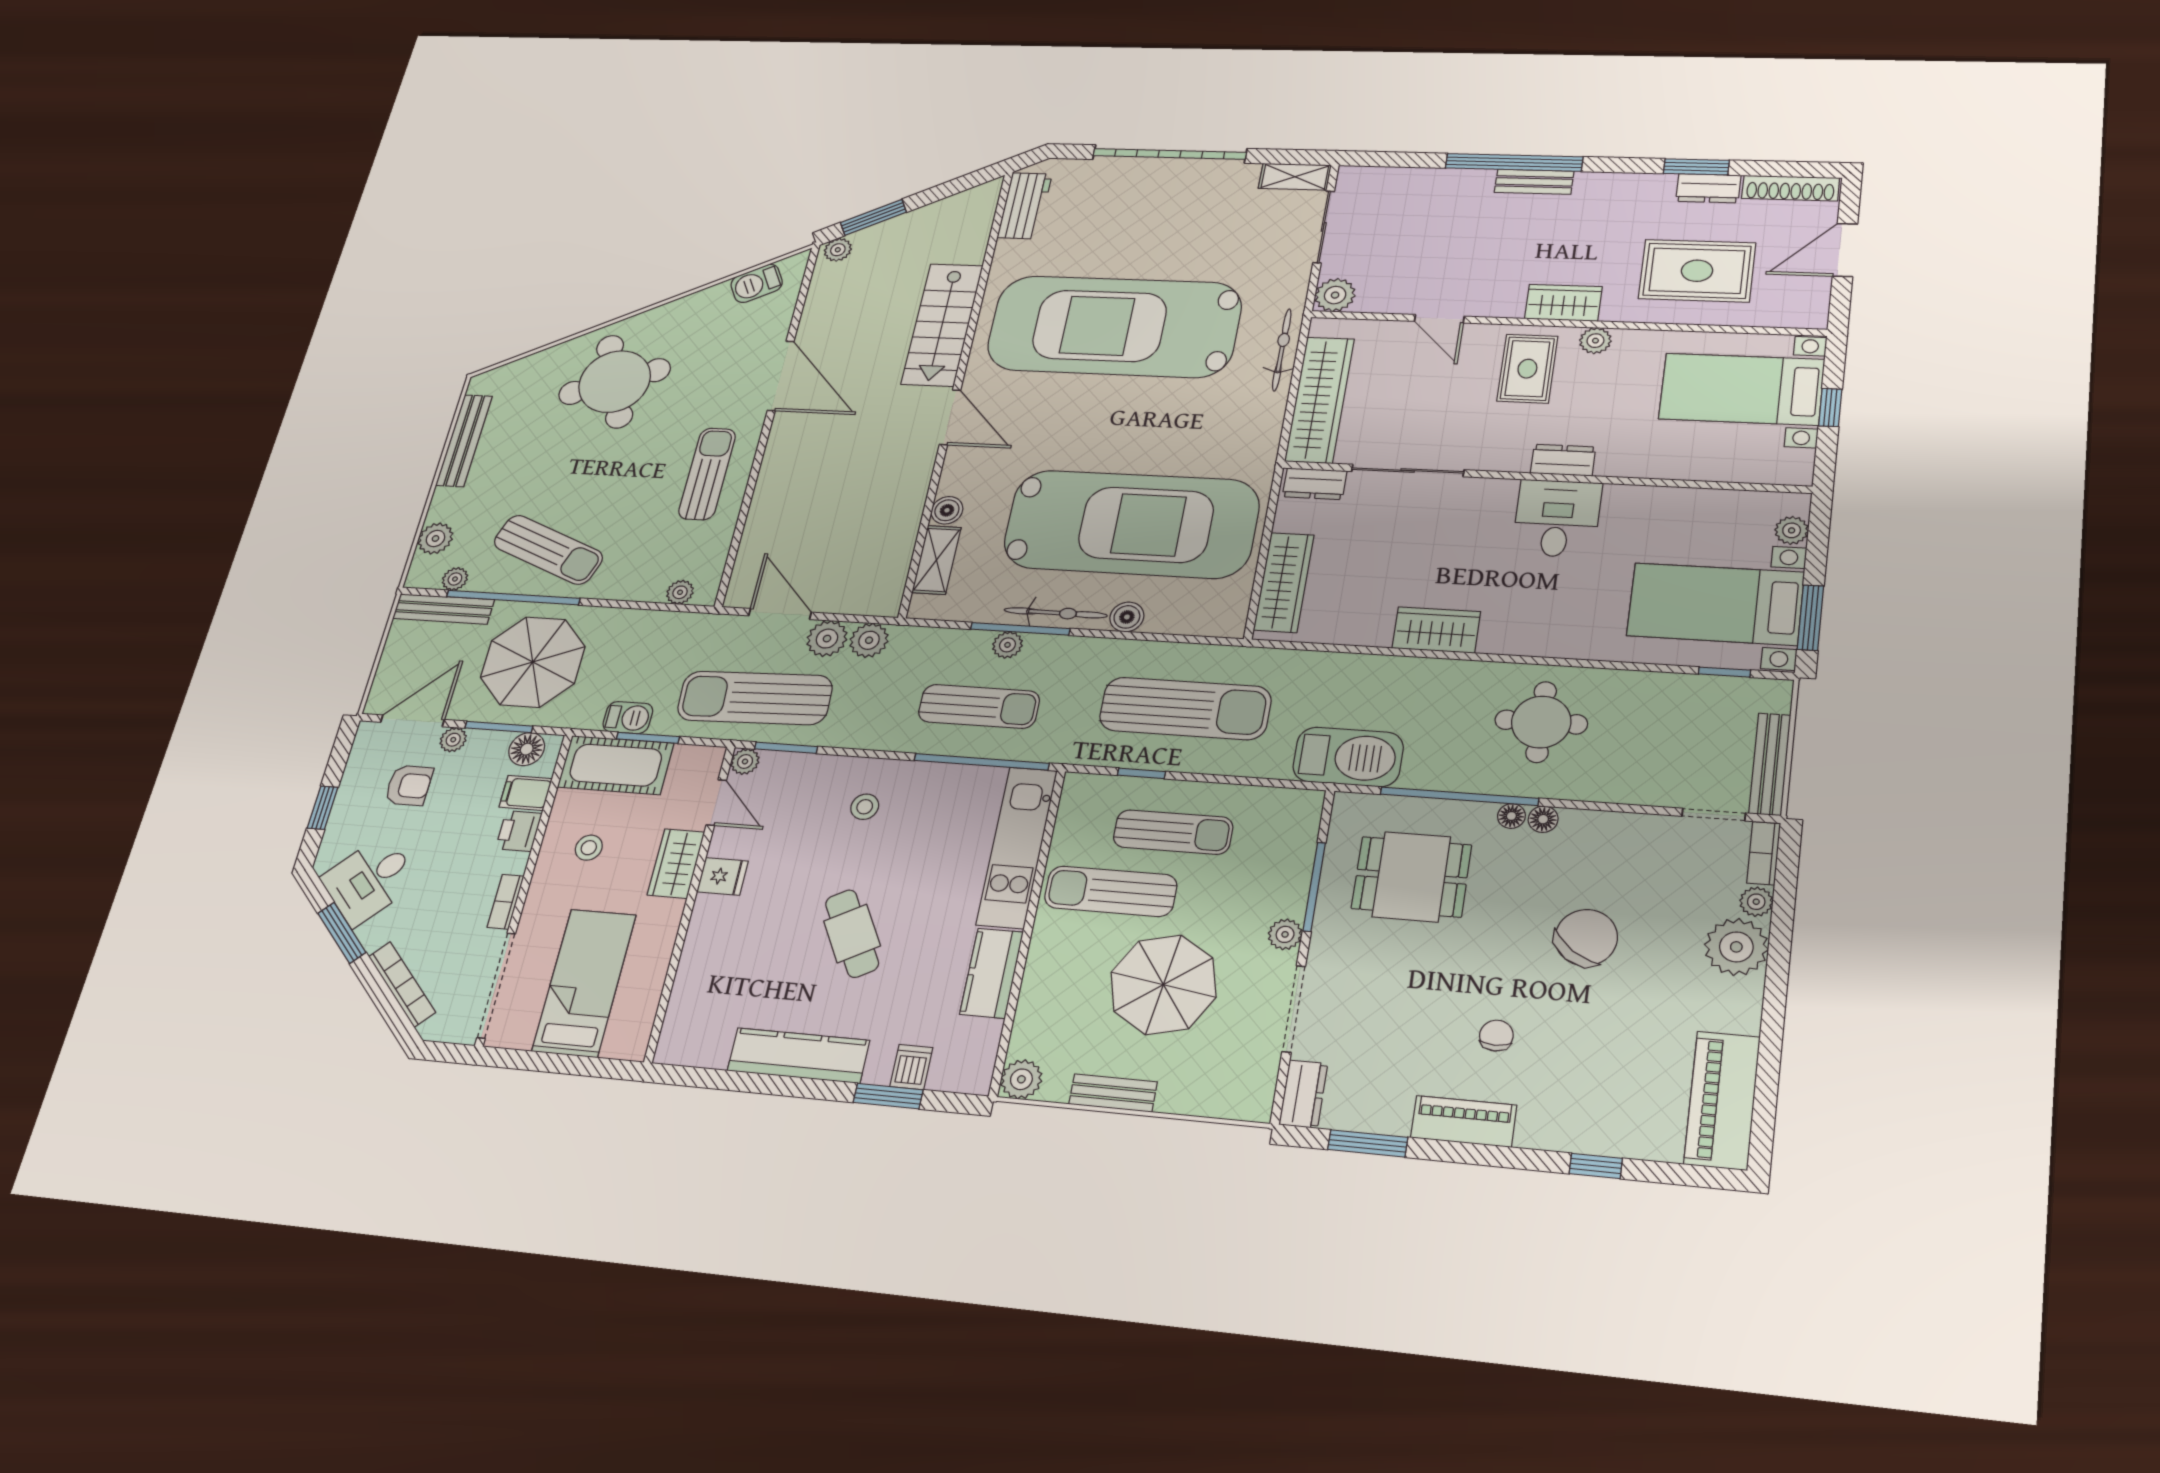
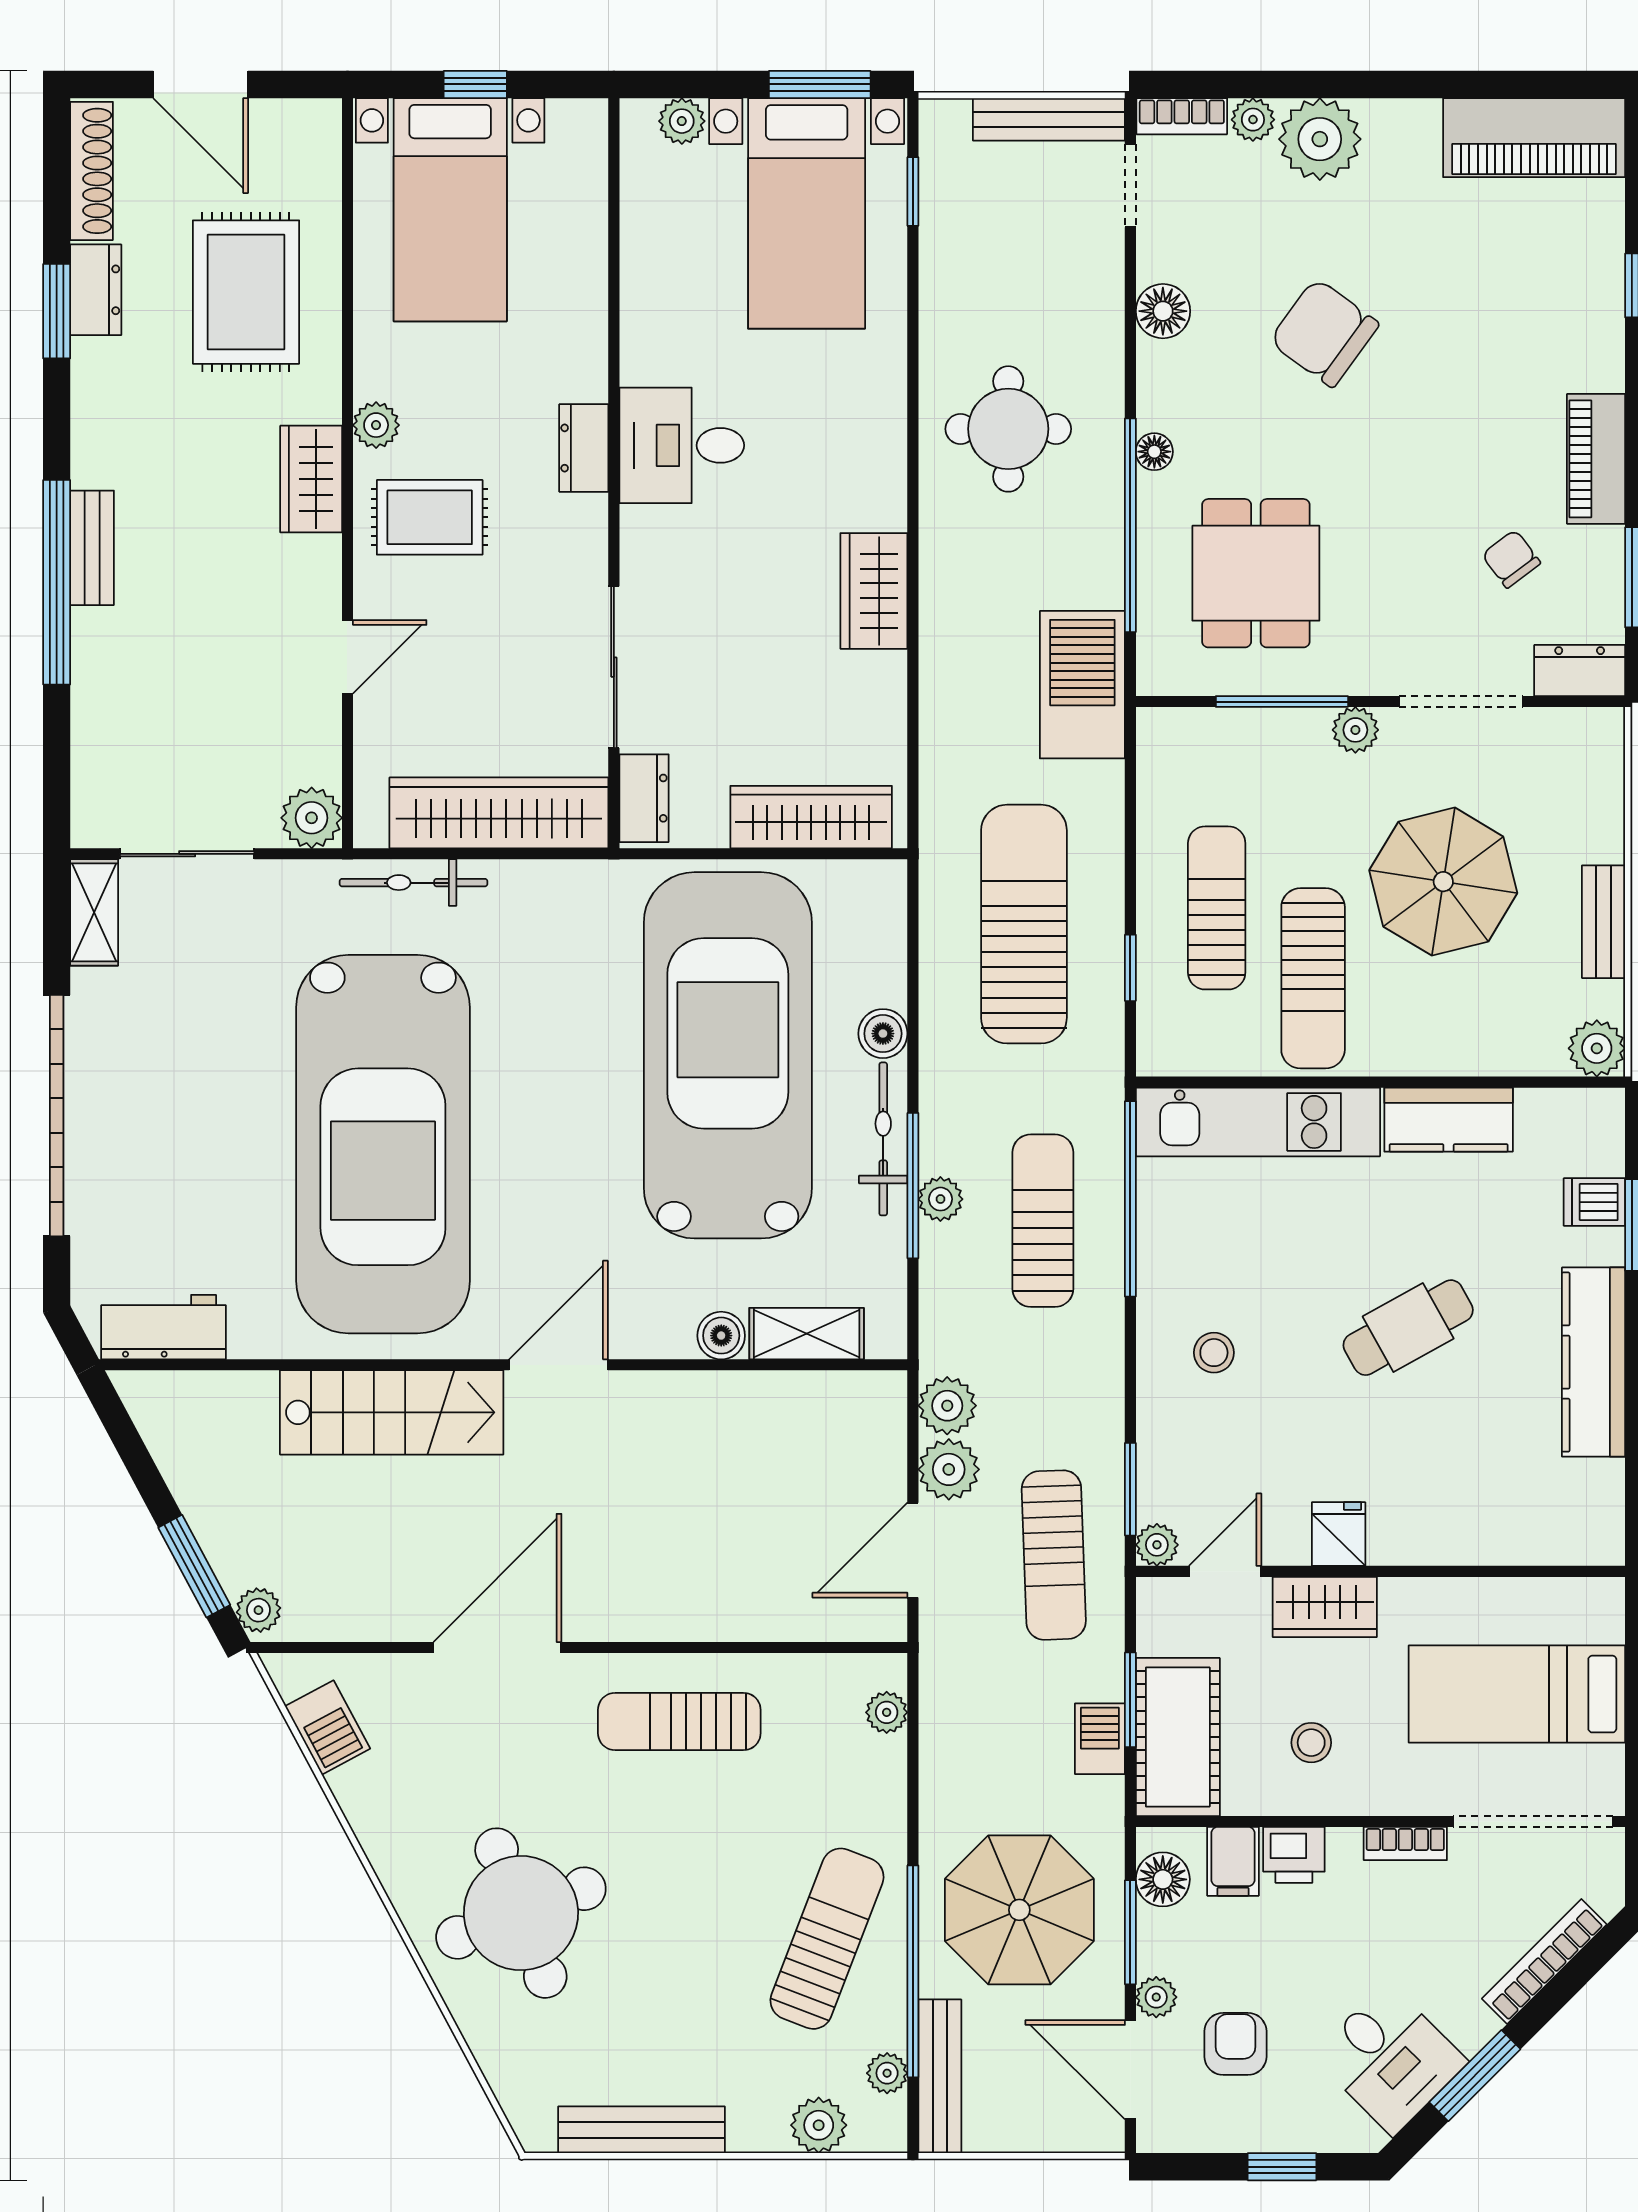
sun lounger: (755, 698) -> (1054, 1555), width x0.73, depth x0.75
floor lamp: (1543, 819) -> (1163, 311), moved, width x1.37, depth x1.37
chair: (1496, 1036) -> (1511, 559), moved, turned 53

